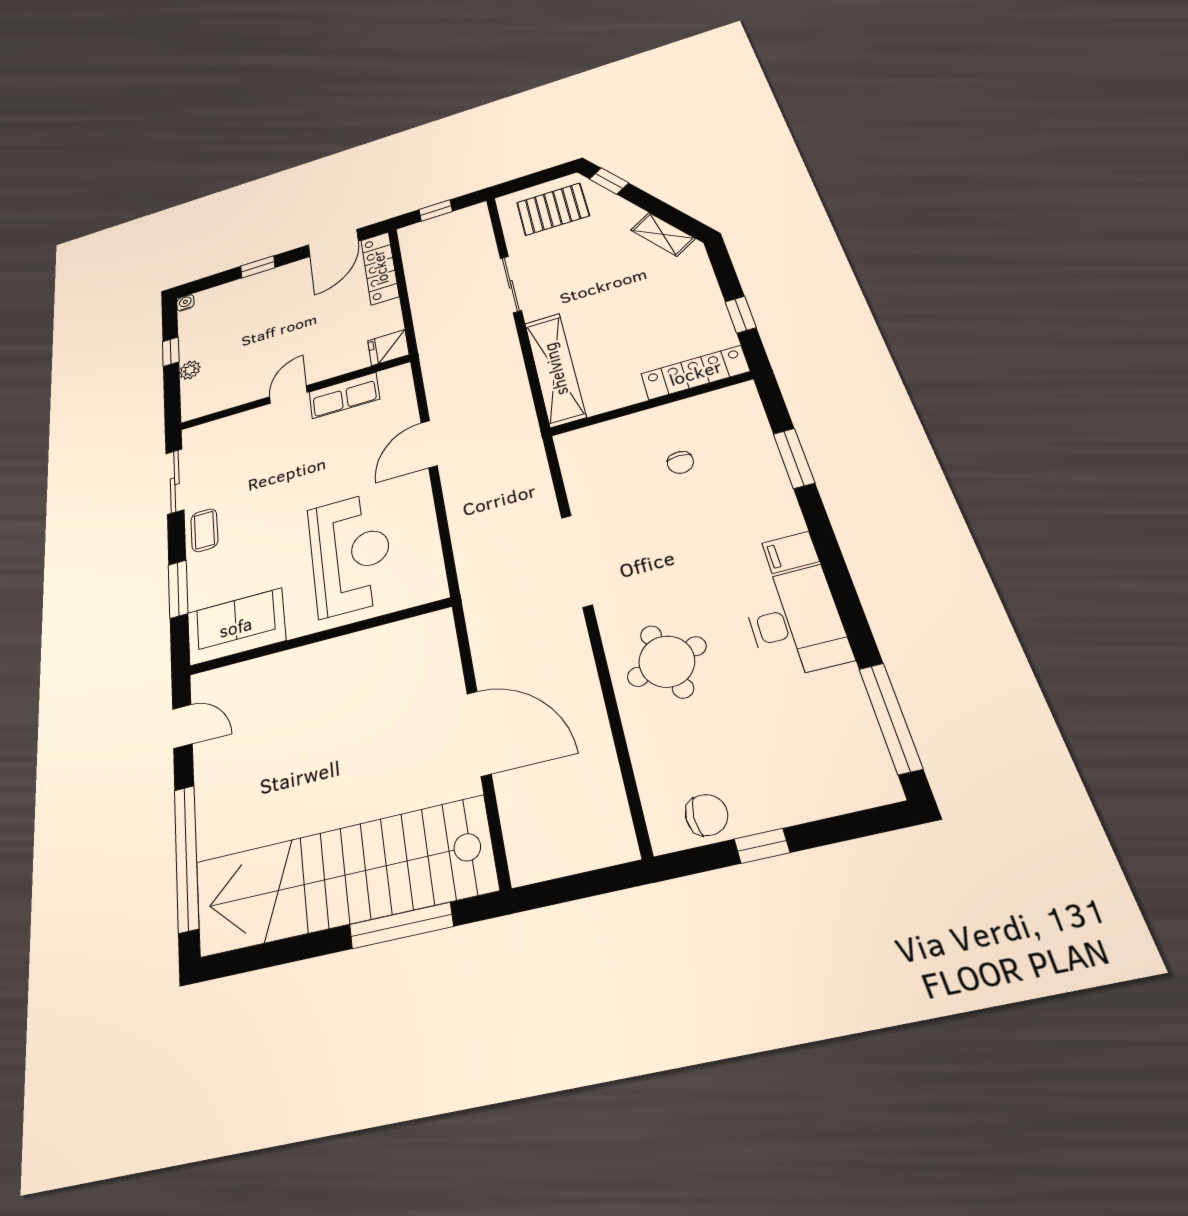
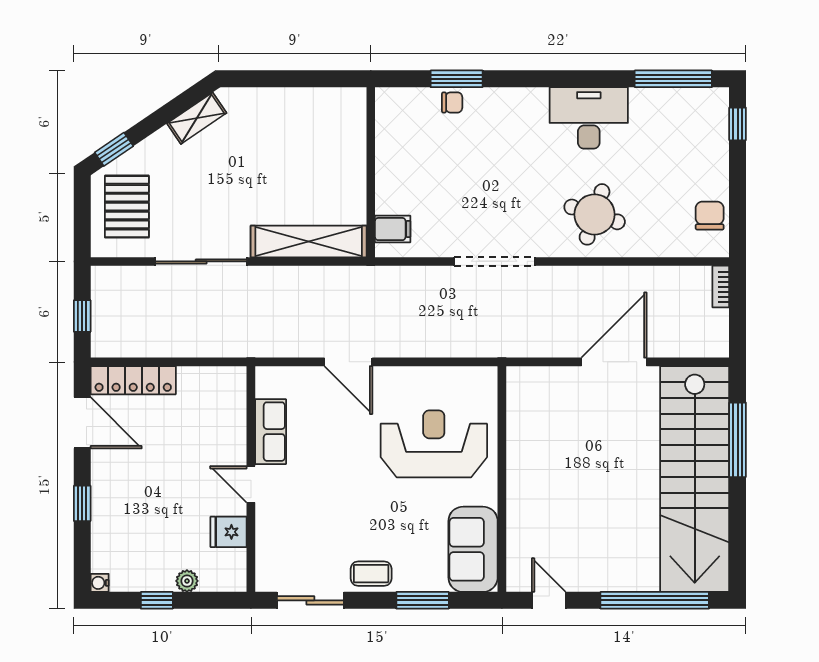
sliding door: (511, 284) -> (201, 261), width x1.37
window: (741, 315) -> (308, 79), removed
fridge: (388, 348) -> (229, 532), moved, turned 90
locker: (695, 373) -> (353, 130), removed
chair: (680, 462) -> (452, 102), moved
filing cabinet: (791, 552) -> (393, 229), moved, turned -90
round table: (667, 661) -> (595, 214), turned 33
door: (182, 726) -> (549, 600), hinge flipped
window: (762, 846) -> (738, 124), moved
bookcase: (609, 854) -> (721, 287), added

